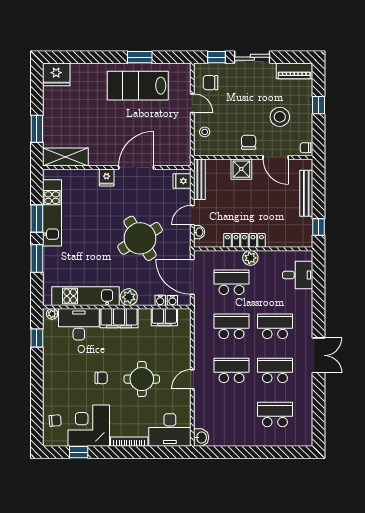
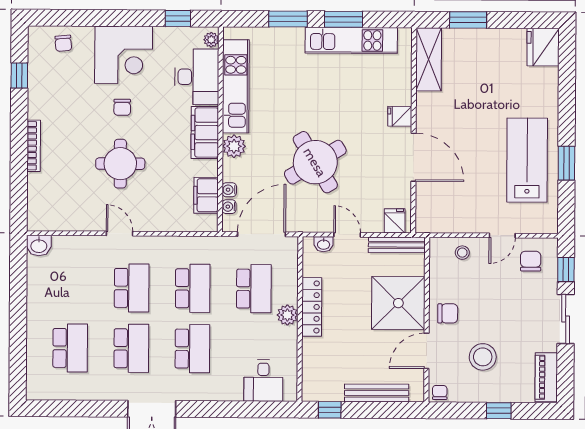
shower: (241, 169) -> (398, 303), width x1.86, depth x1.86
corner desk: (89, 426) -> (124, 55), moved, turned 90
desk: (170, 430) -> (49, 202), removed

